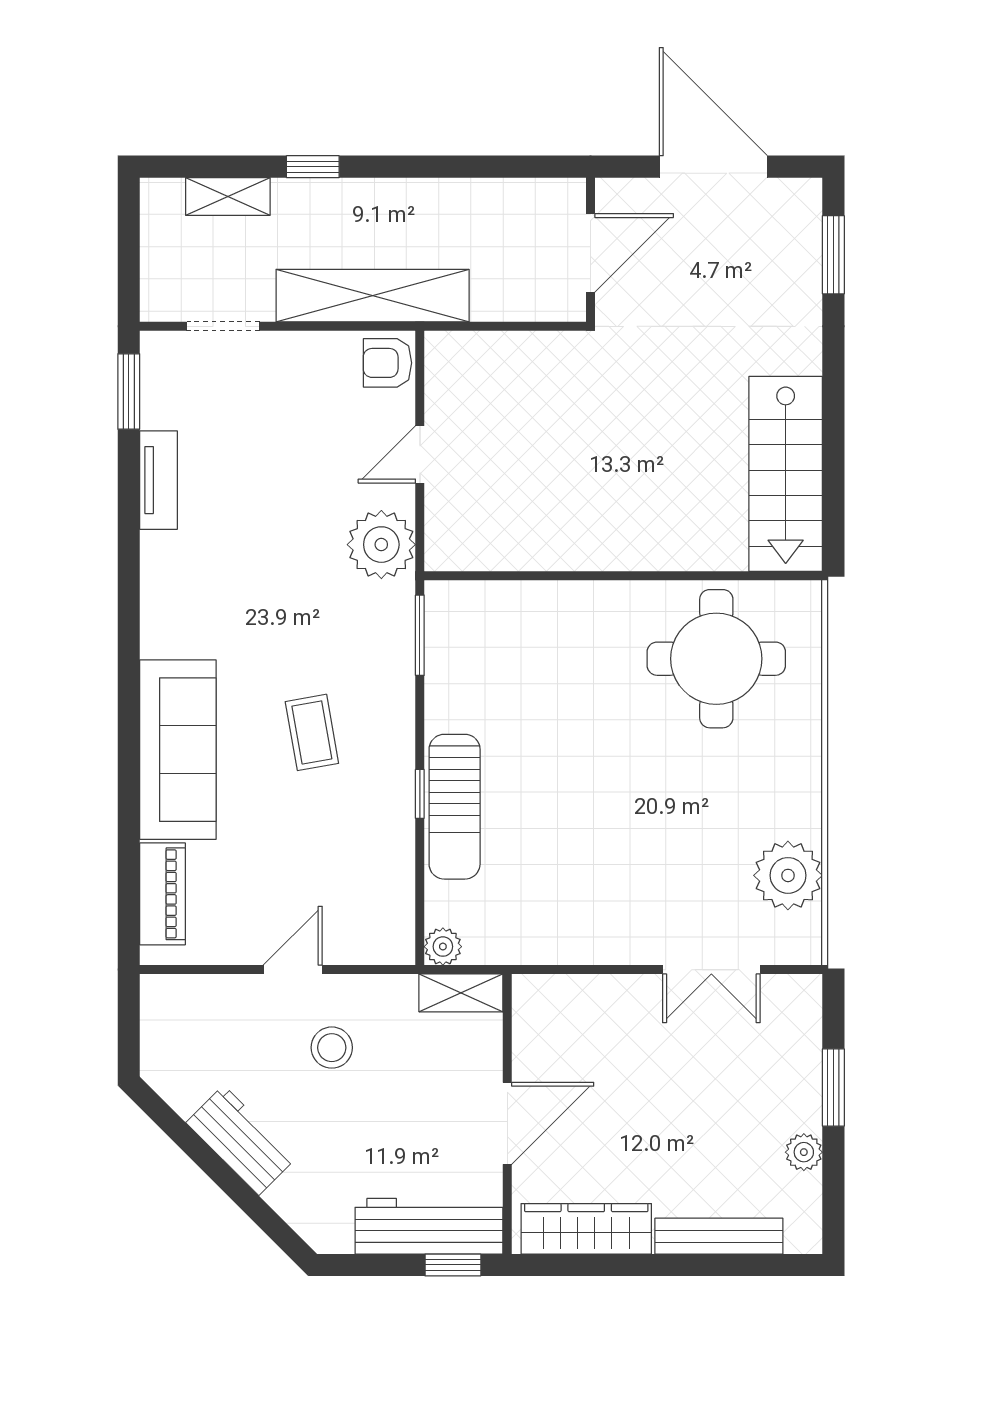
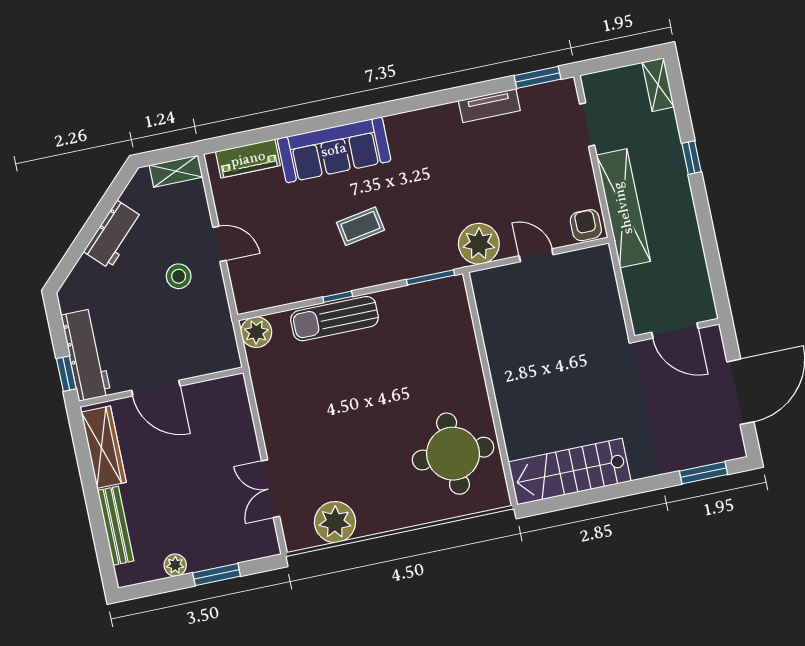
shelving: (228, 197) -> (658, 85), moved
plant: (443, 947) -> (256, 332), width x1.38, depth x1.38
shelving: (461, 993) -> (176, 171), moved, turned 90

